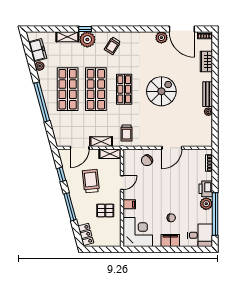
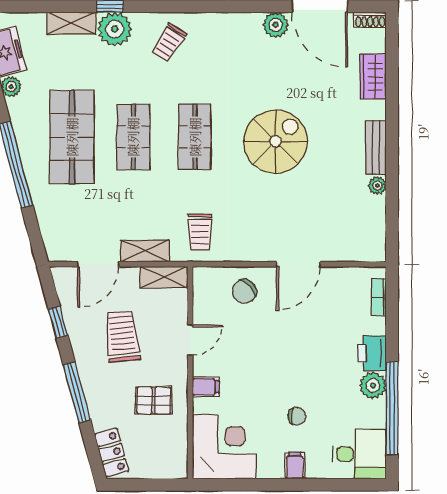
shop shelf: (96, 89) -> (133, 137), width x0.70, depth x0.74
filing cabinet: (170, 241) -> (295, 466), width x0.50

